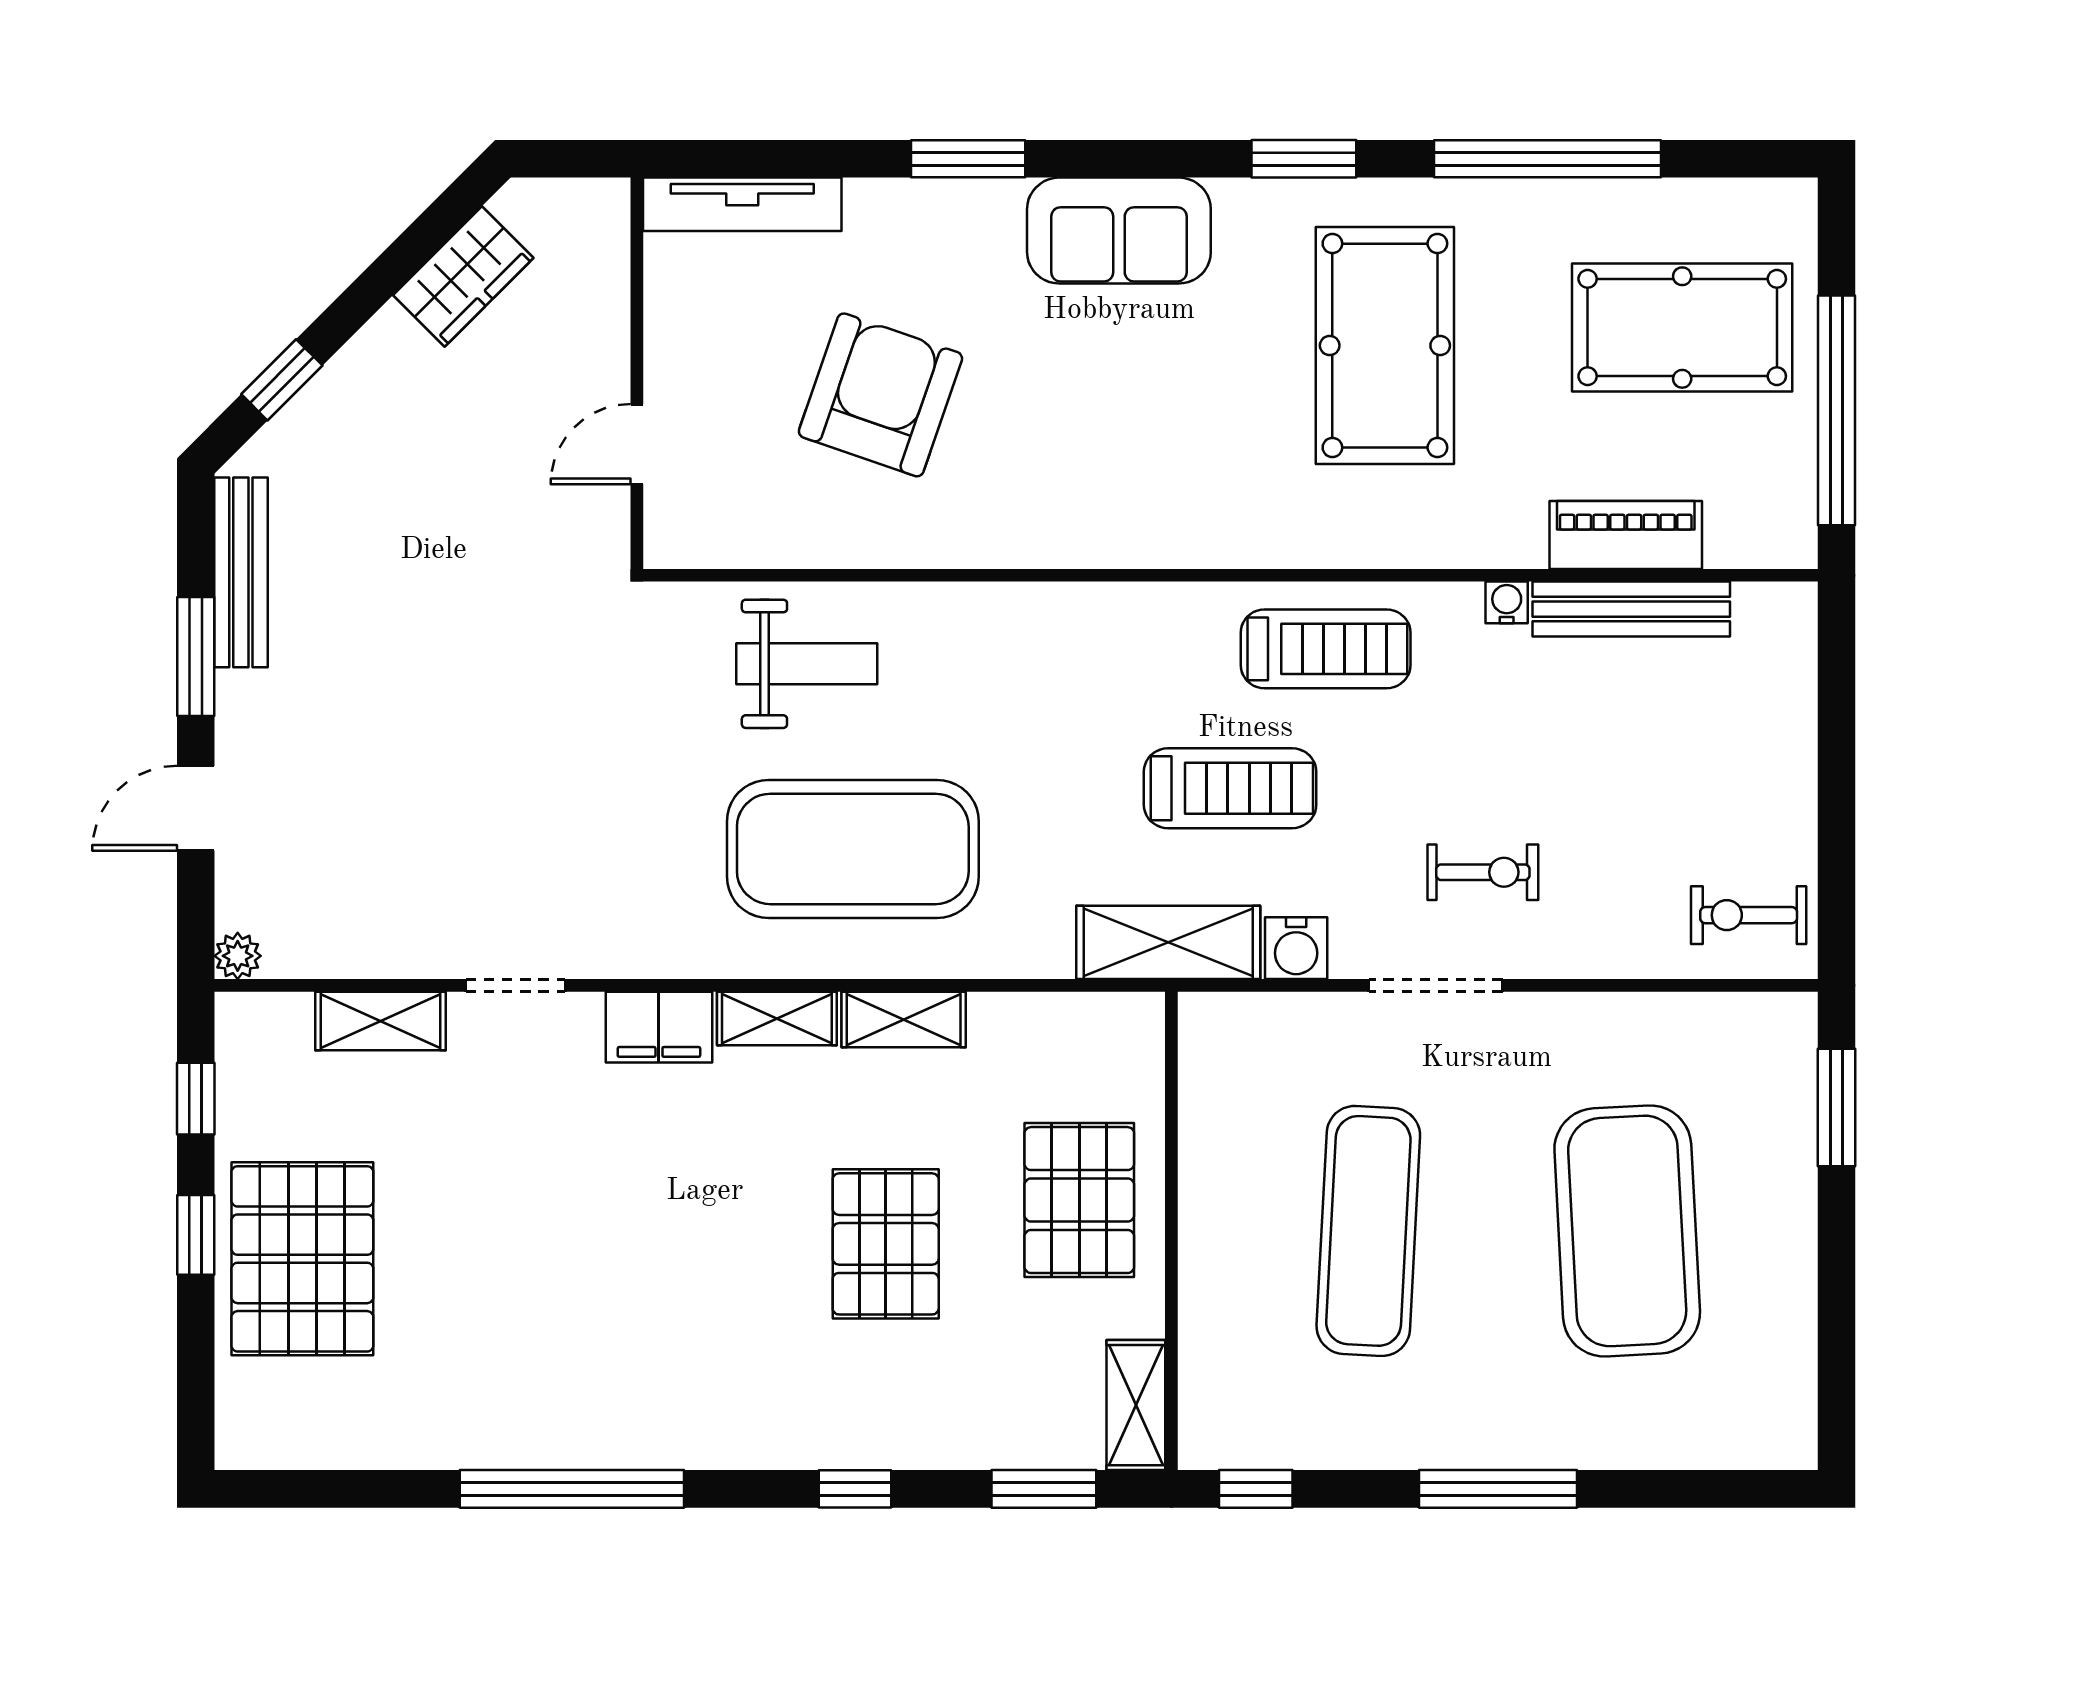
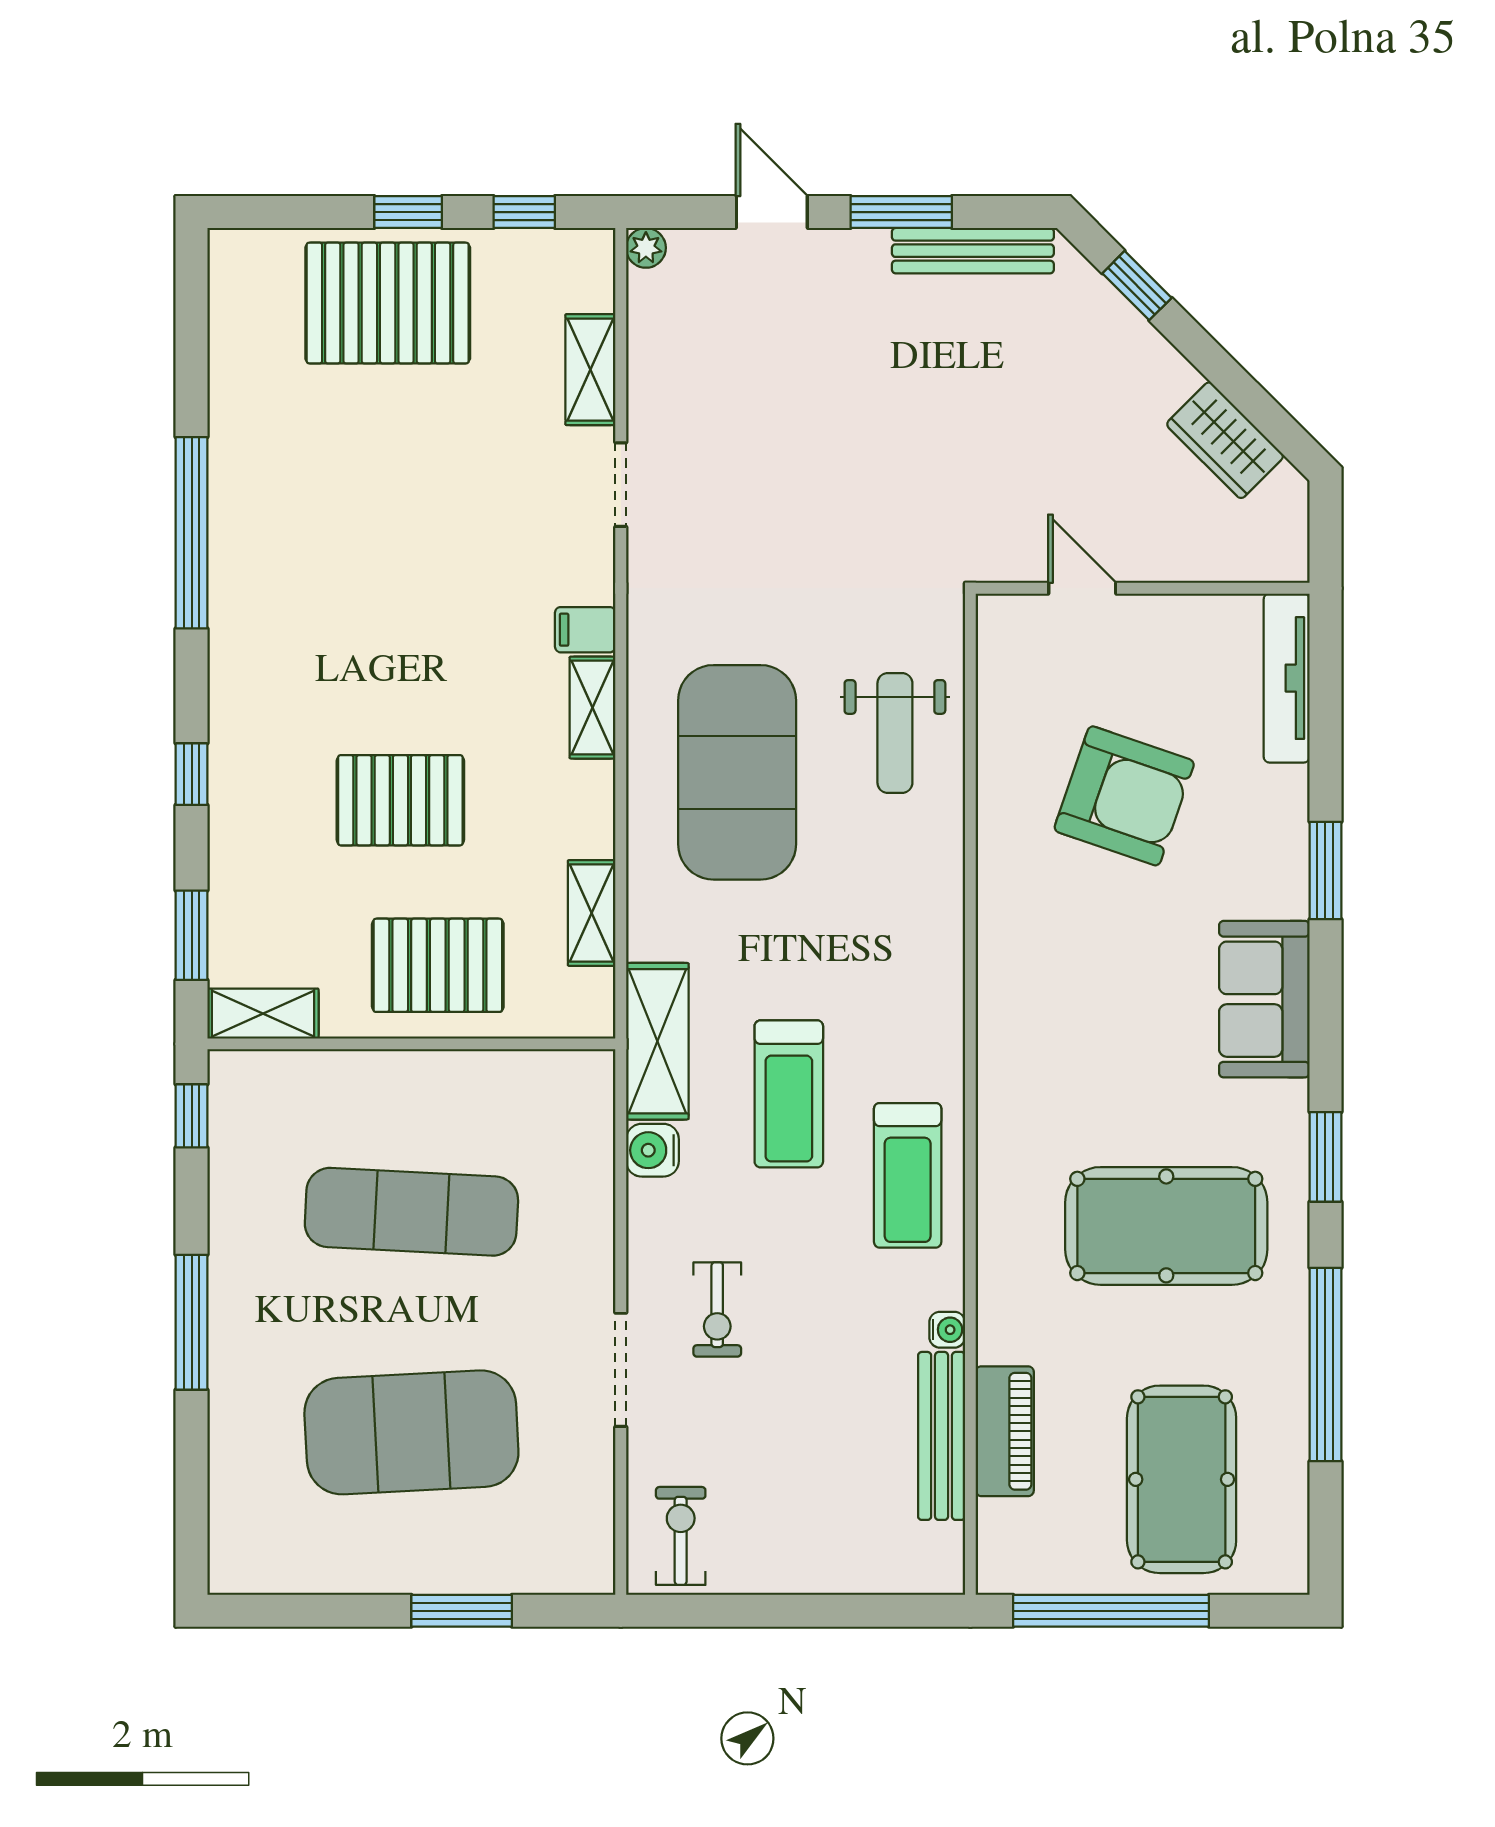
doorway: (1436, 985) -> (621, 1370), moved
shelving: (904, 1020) -> (592, 913), moved
filing cabinet: (659, 1027) -> (585, 630), width x0.50
window: (1836, 1108) -> (462, 1611), moved

